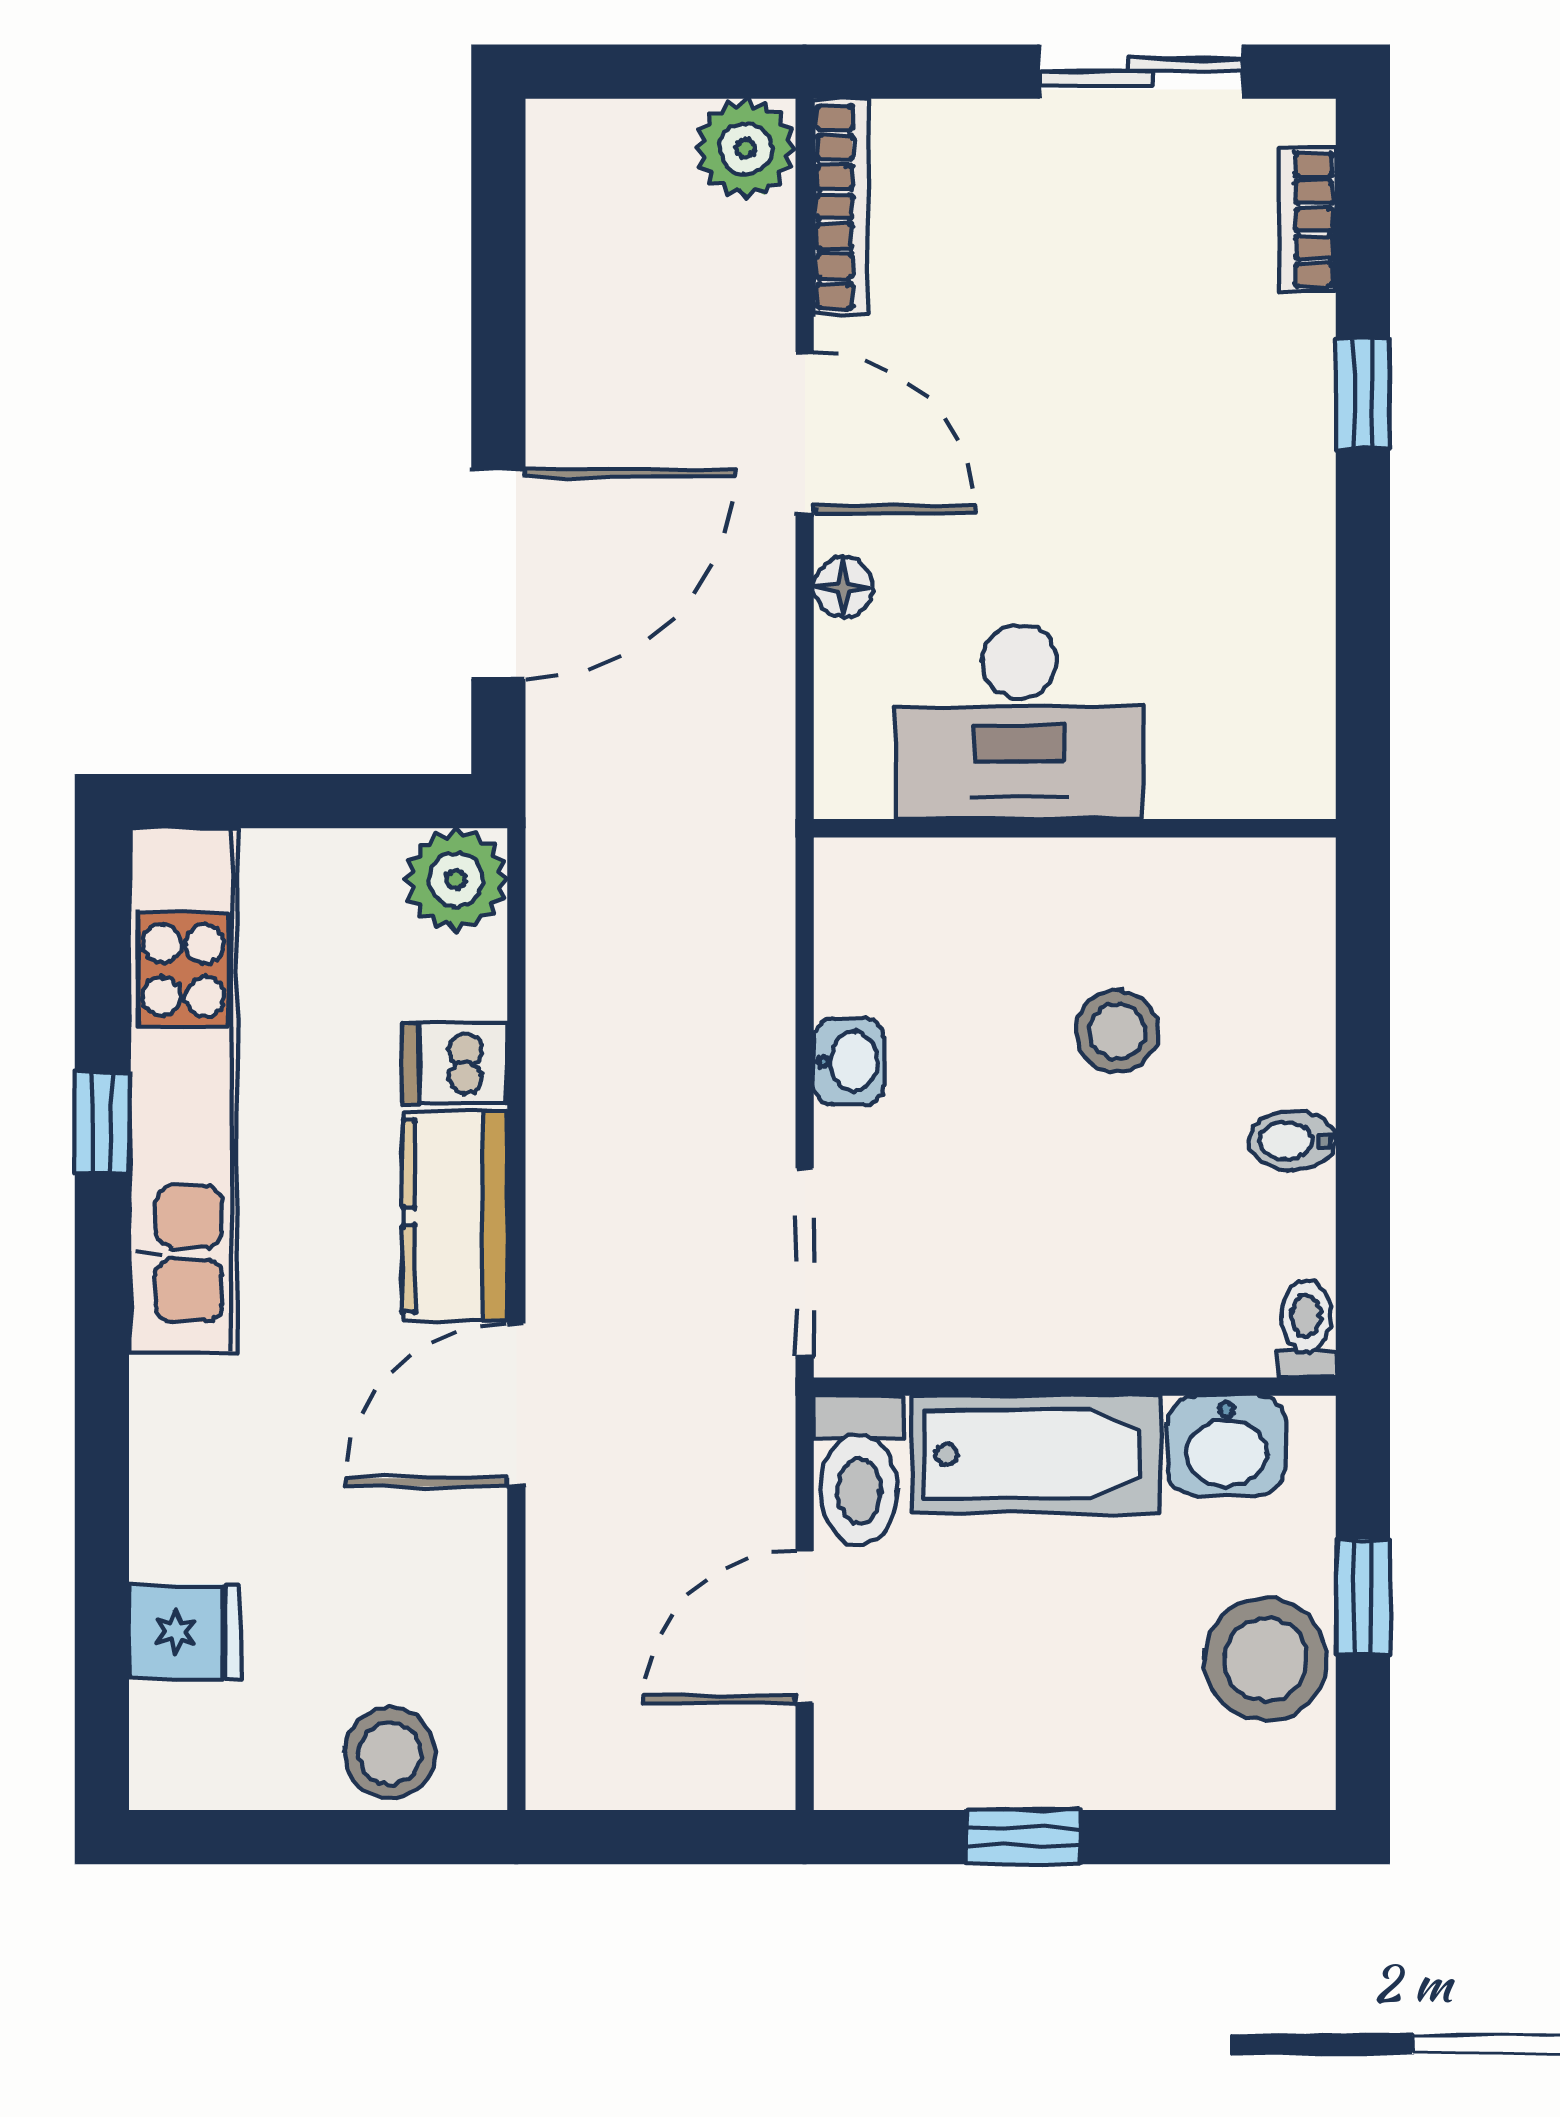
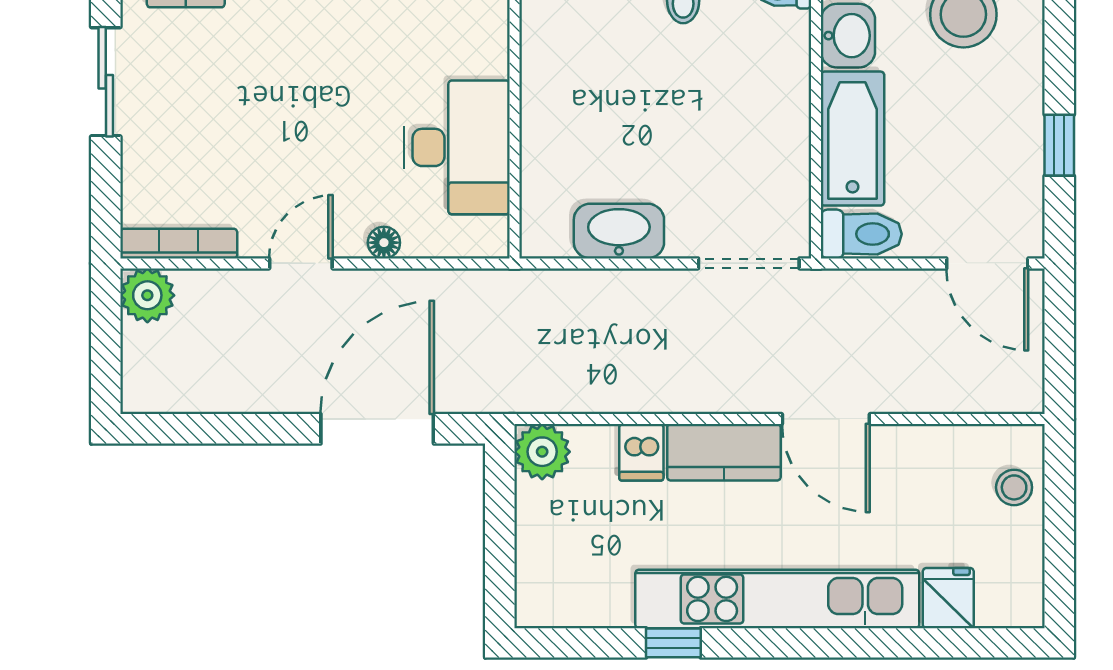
door: (805, 433) -> (301, 263), width x0.73
door: (498, 574) -> (377, 429), hinge flipped
stool: (1117, 1031) -> (624, 94), removed
washbasin: (849, 1062) -> (619, 231), width x1.91, depth x1.45
kitchen unit: (183, 1091) -> (777, 599), moved
door: (805, 1627) -> (987, 263), moved
stool: (390, 1753) -> (1014, 487), width x0.73, depth x0.73

